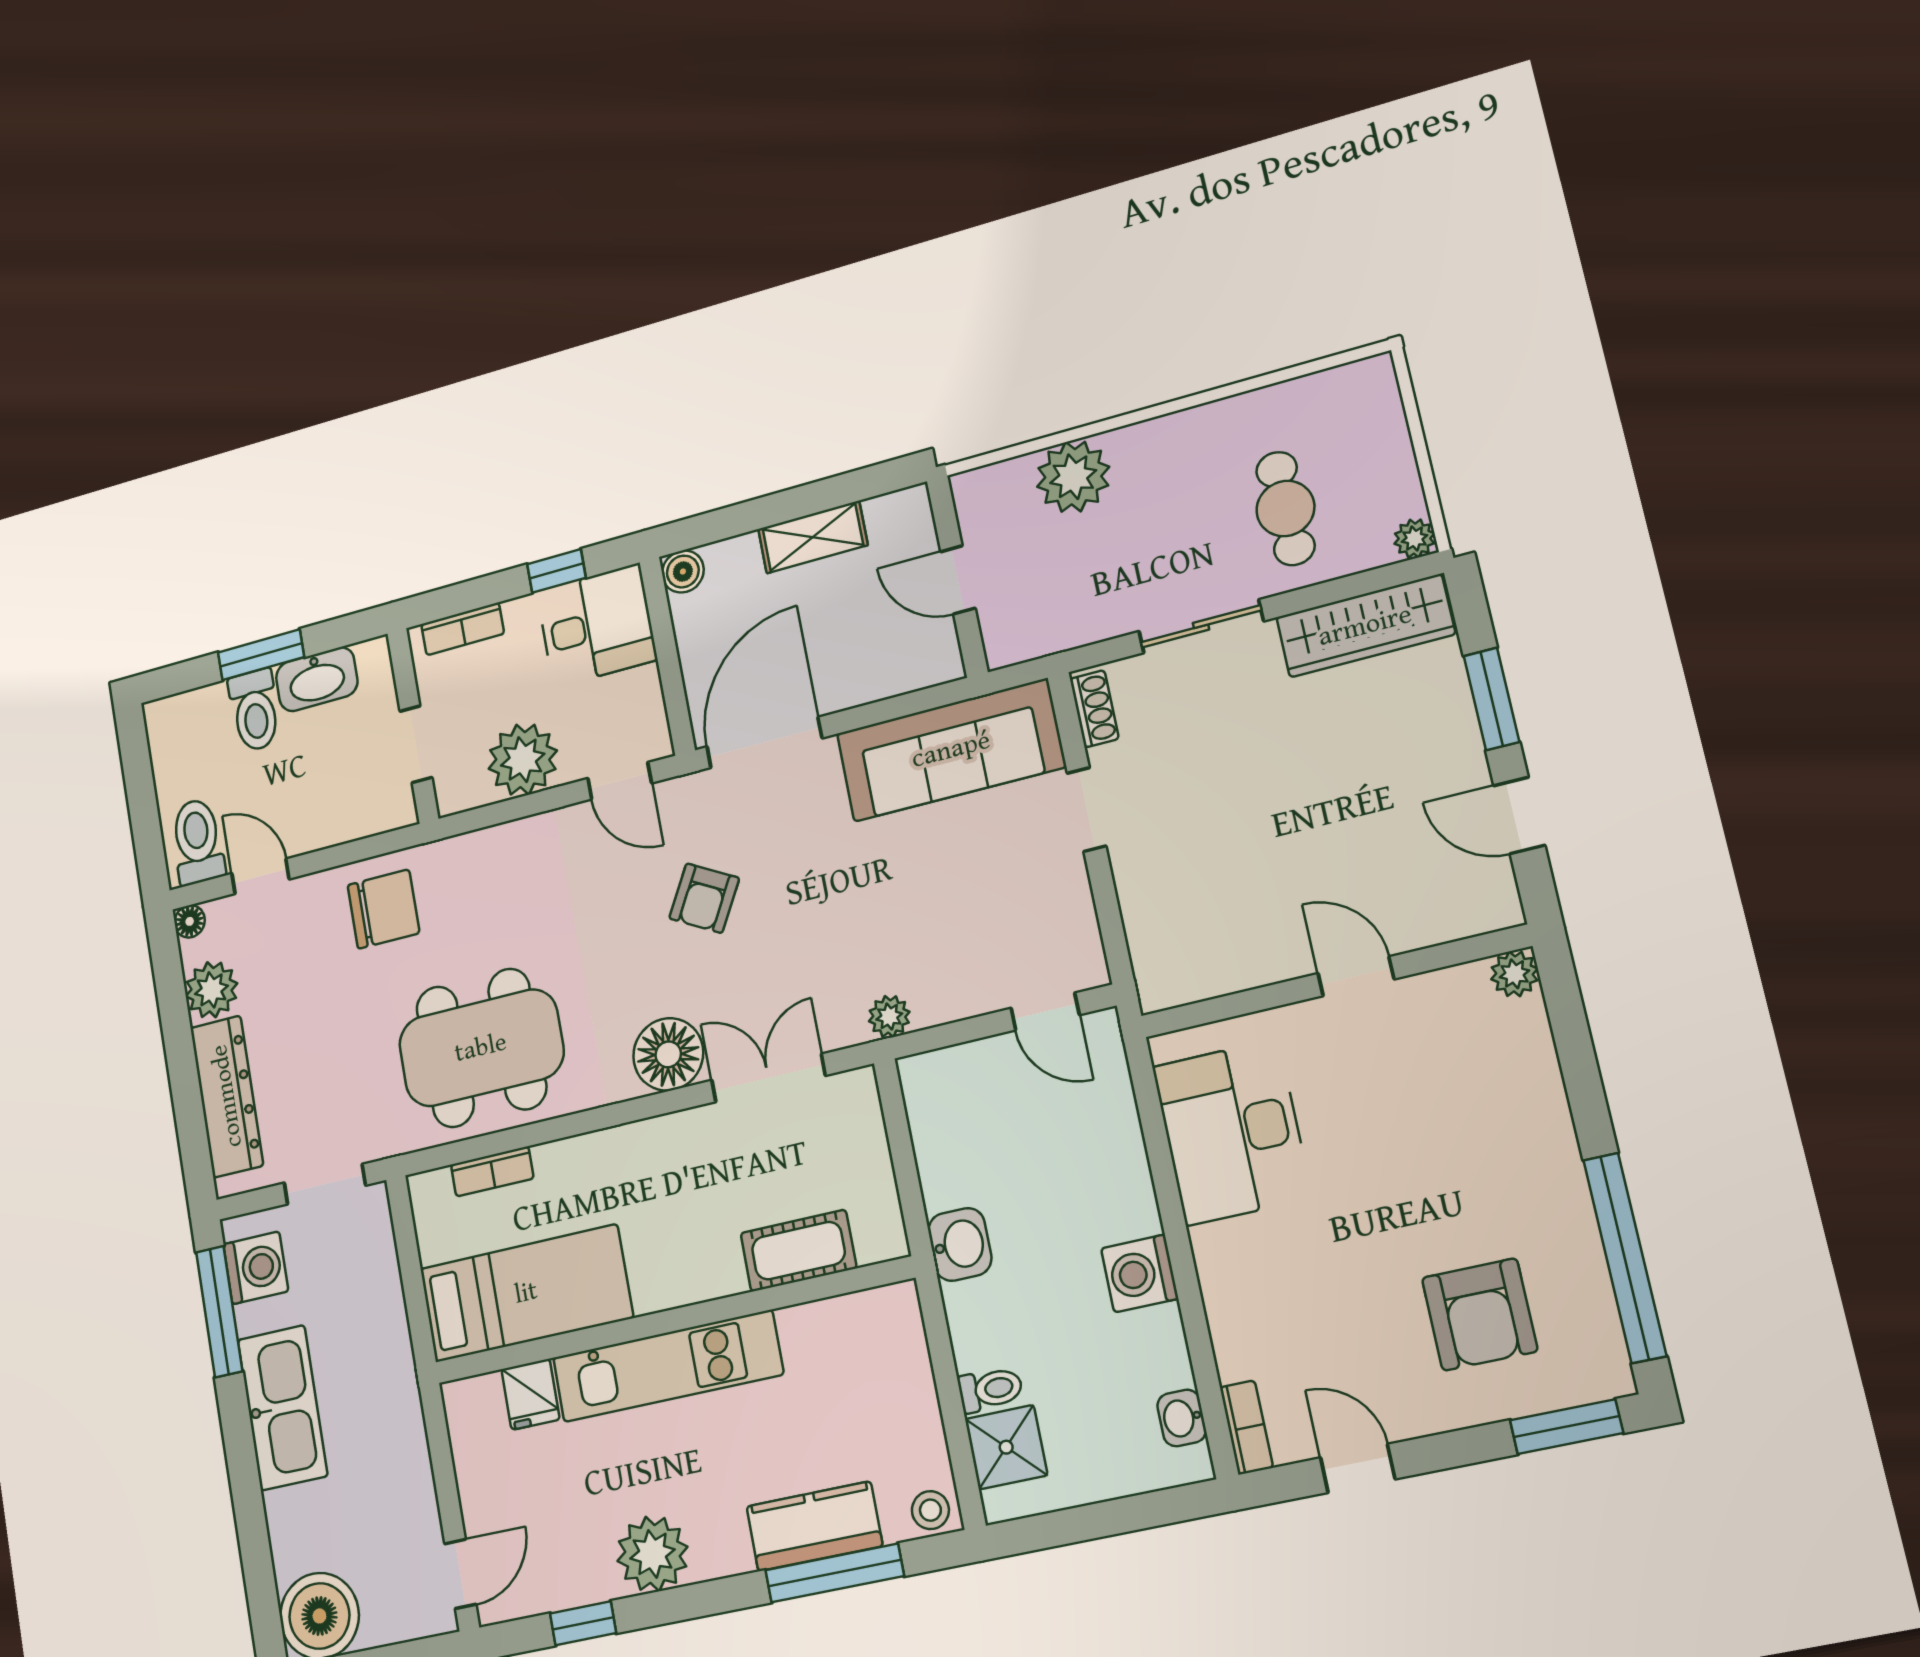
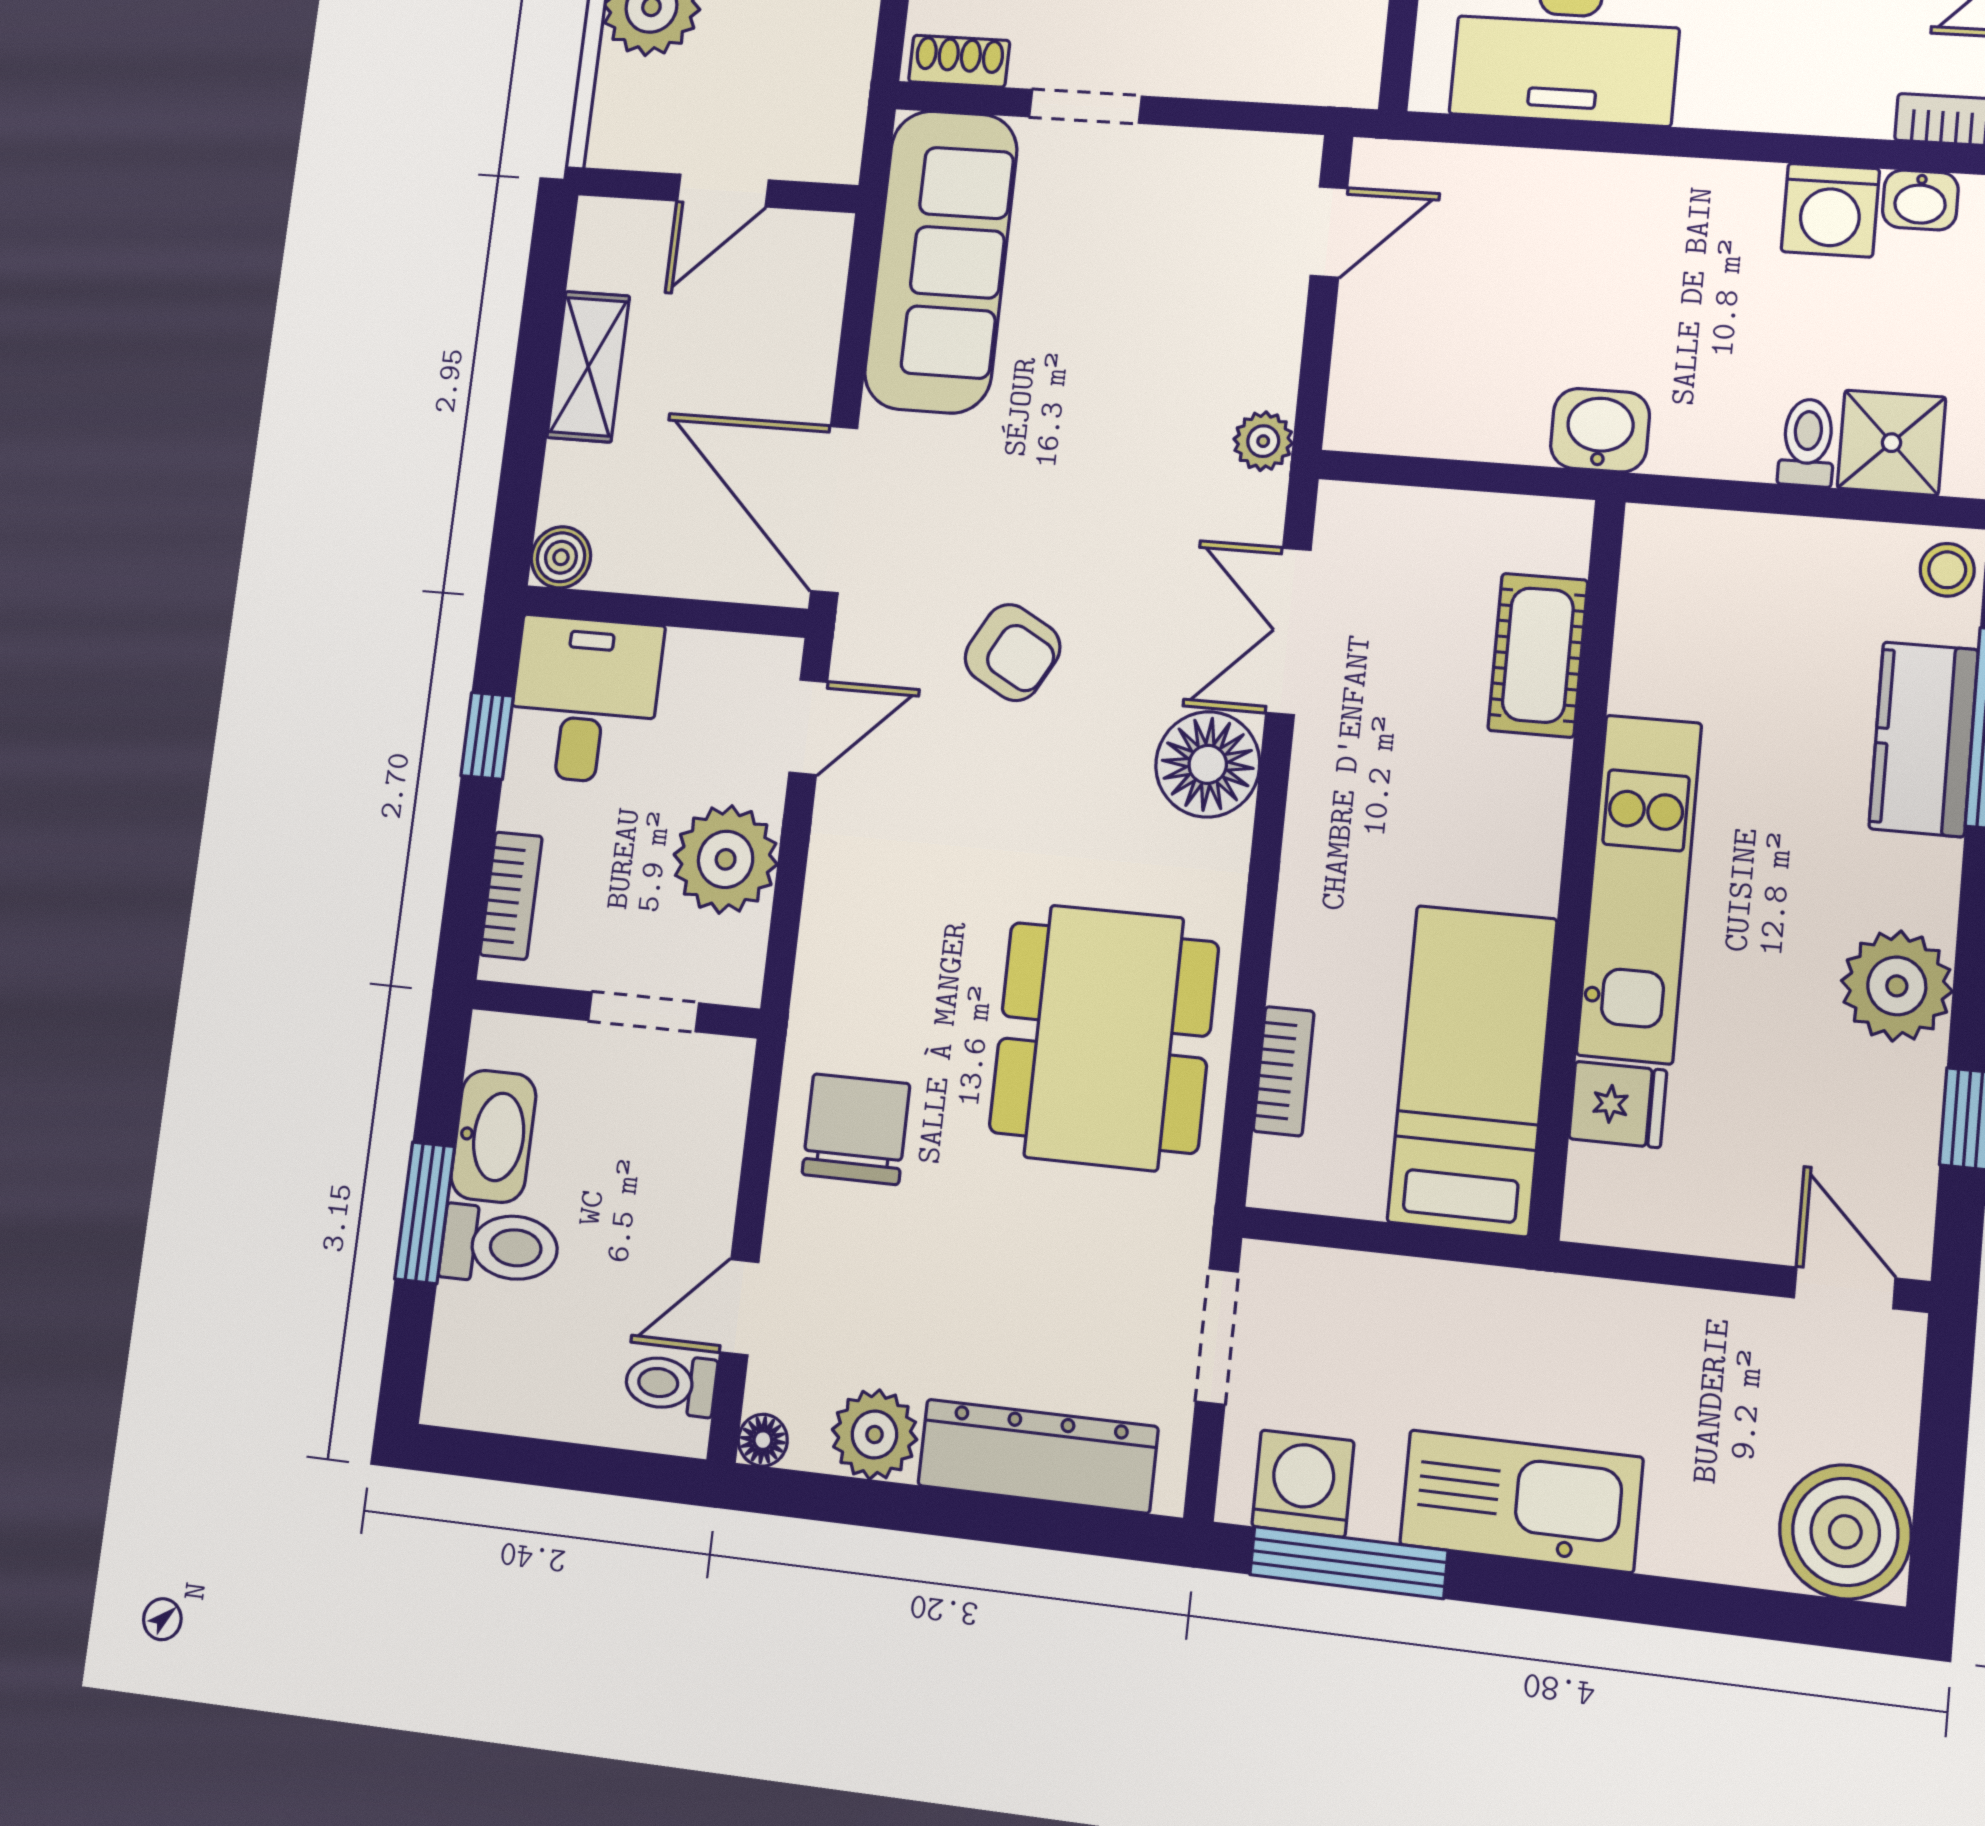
toilet: (198, 841) -> (671, 1384), width x0.73, depth x0.72
washing machine: (1140, 1274) -> (1830, 210), moved

